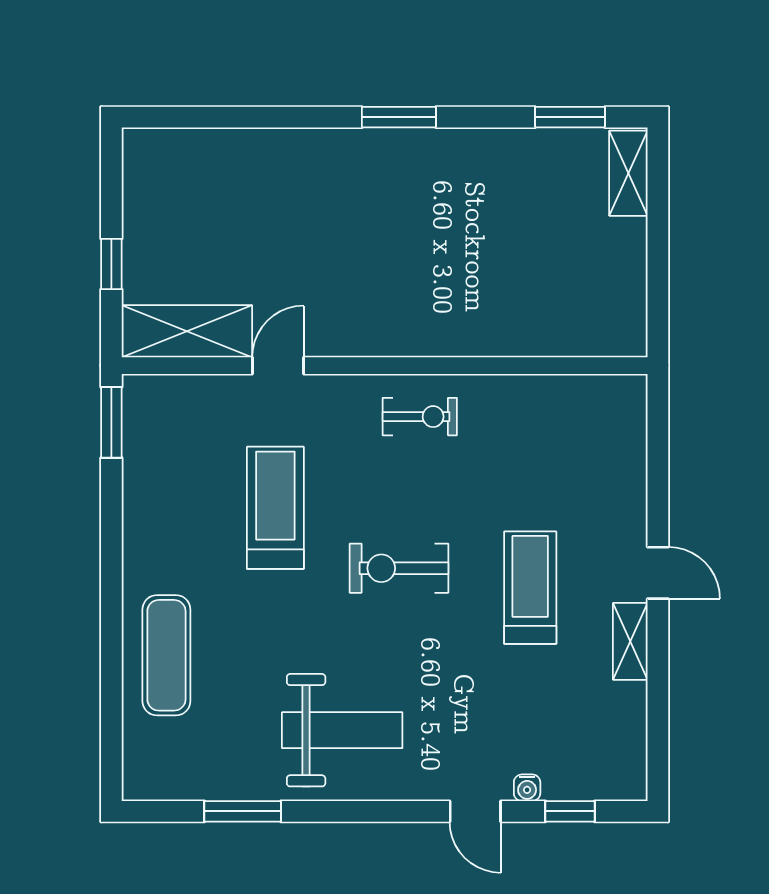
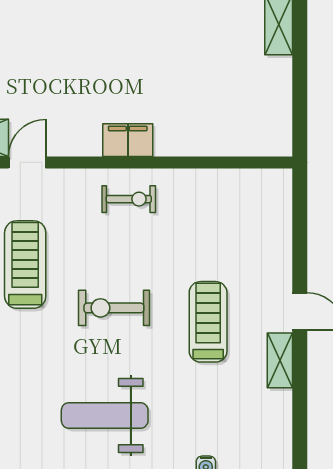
filing cabinet: (418, 334) -> (128, 140), added
weight bench: (342, 730) -> (105, 415), moved, turned 180

